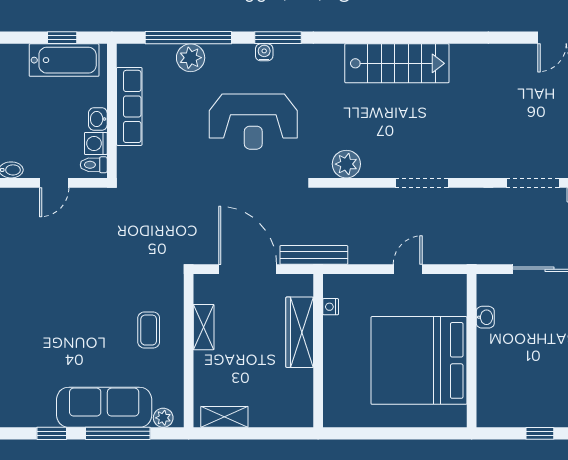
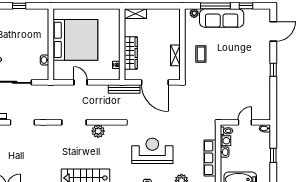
plant: (346, 164) -> (98, 131), moved
door: (408, 269) -> (81, 82), swing flipped
shelving: (224, 417) -> (135, 14), moved

